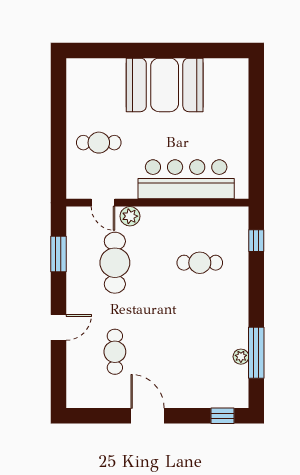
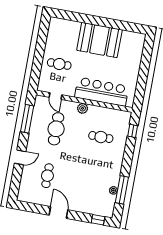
plant: (130, 216) -> (83, 108), moved
window: (58, 254) -> (27, 119), width x1.44

